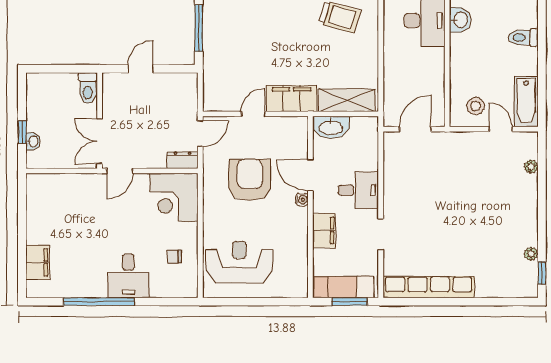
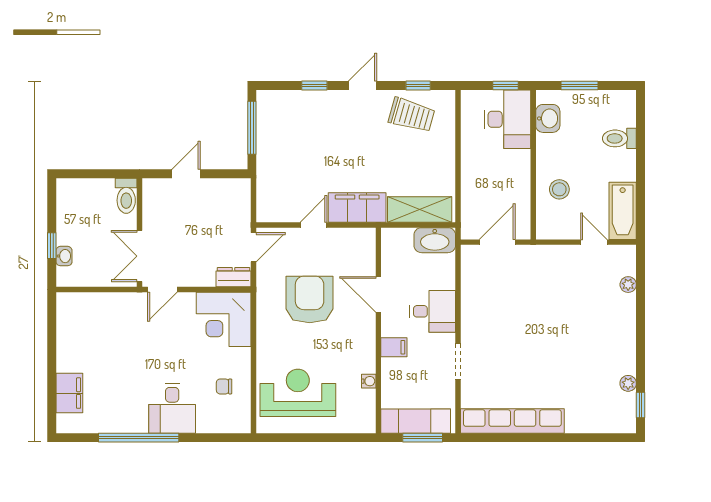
stool: (476, 106) -> (559, 189), moved
washbasin: (331, 127) -> (435, 240), moved
water cooler: (302, 200) -> (369, 381), moved
filing cabinet: (324, 230) -> (394, 347), width x0.50

